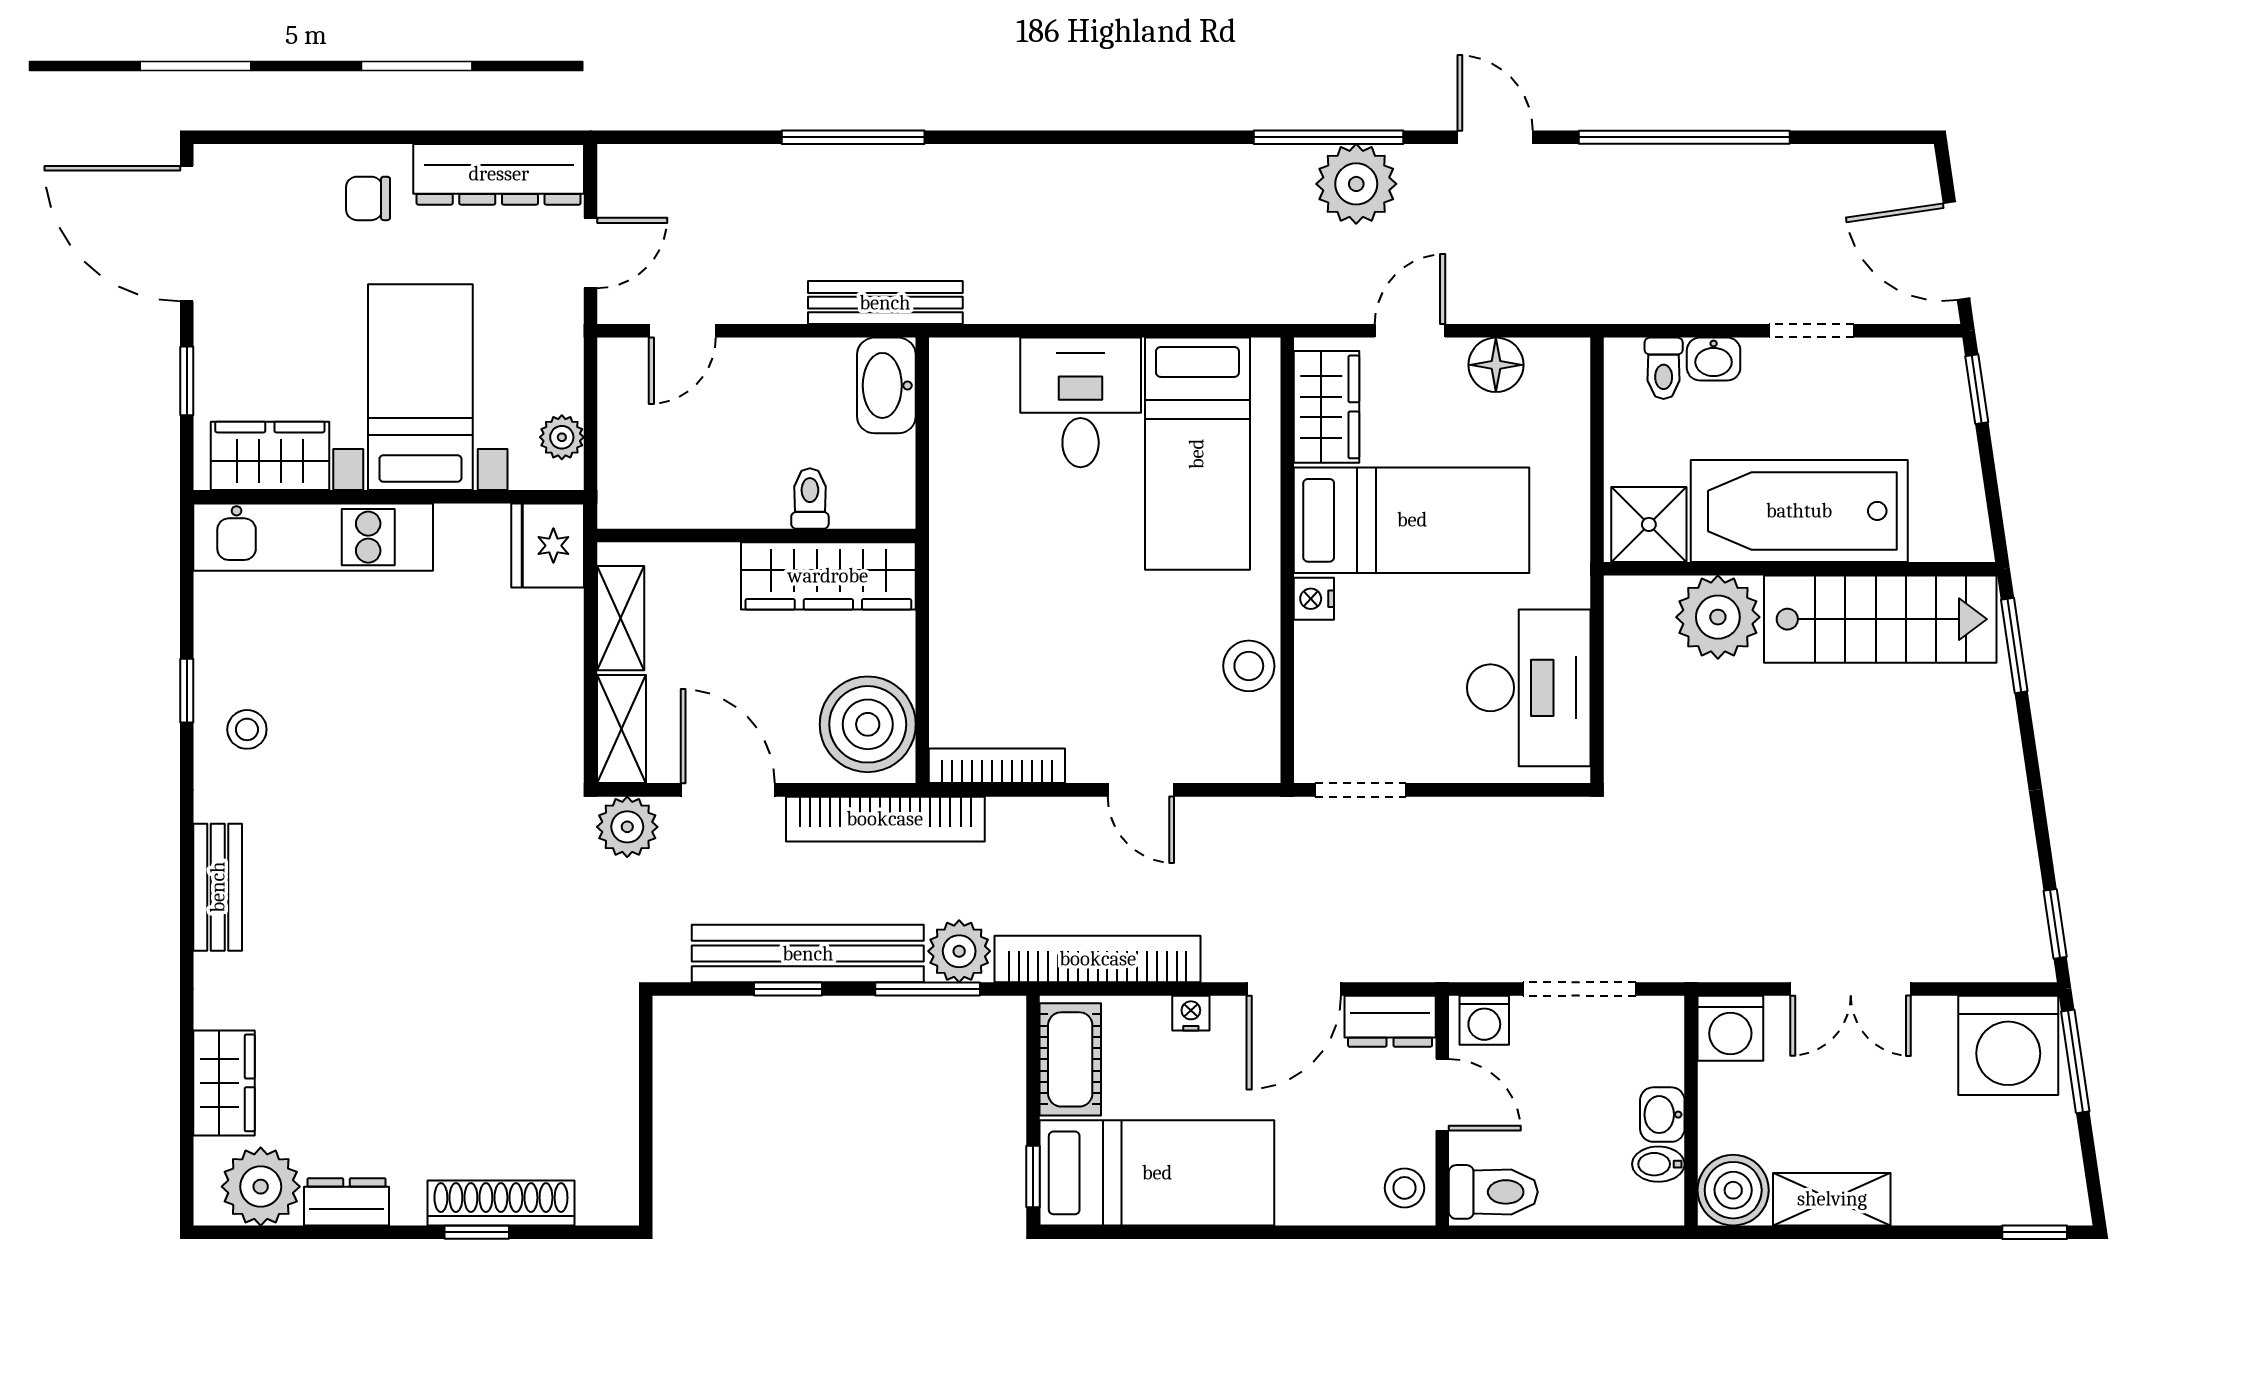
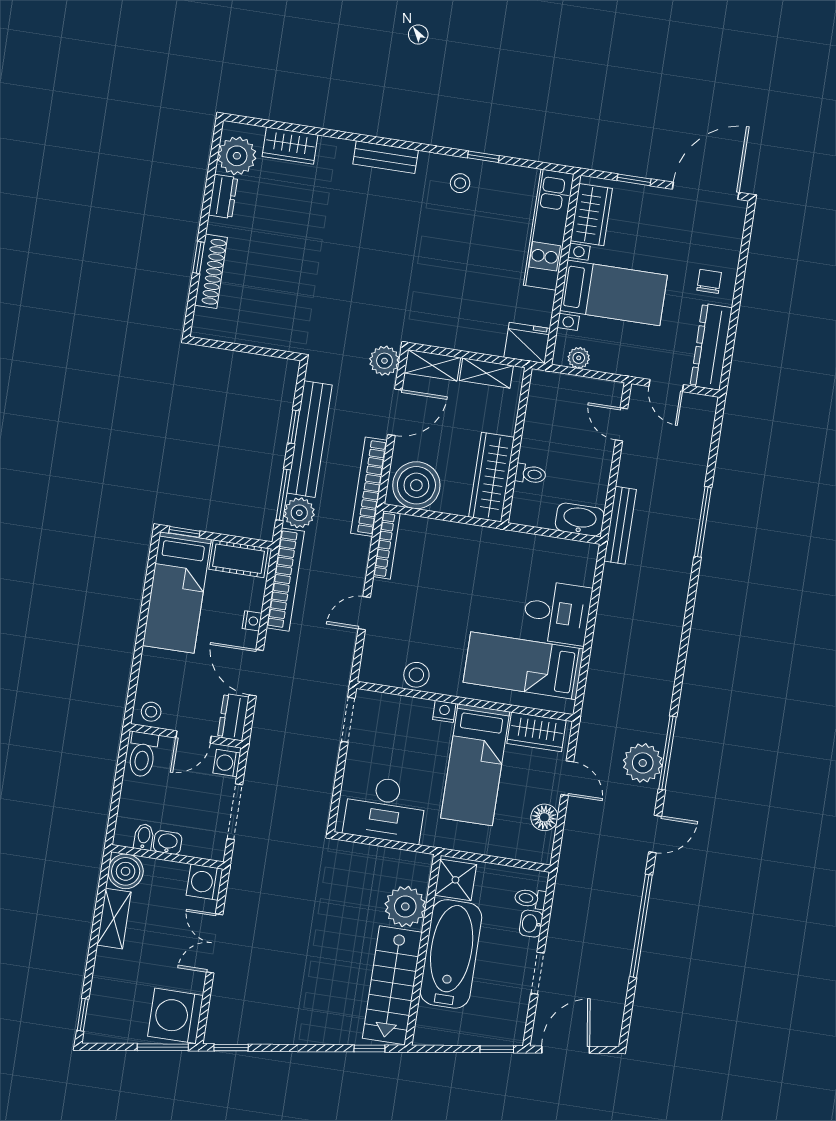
window: (2014, 645) -> (369, 1048), width x0.67

